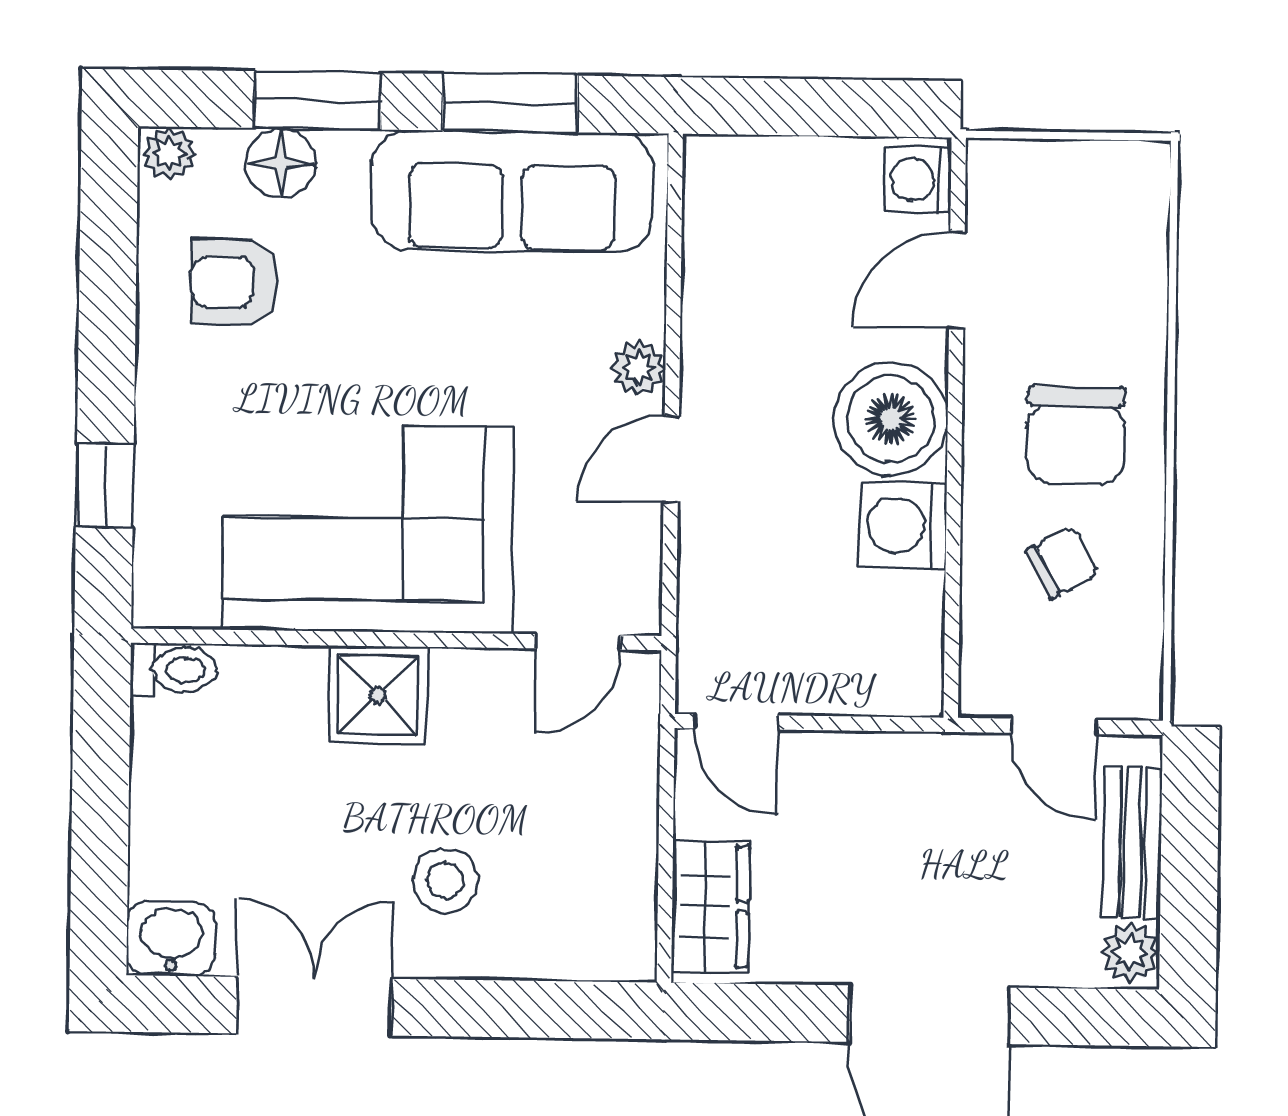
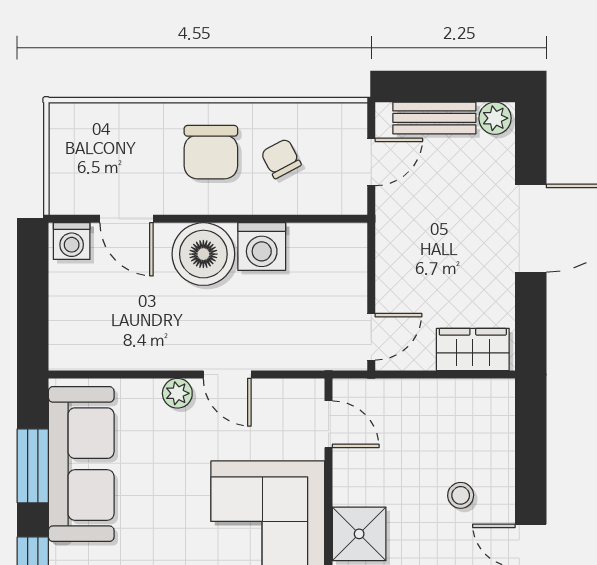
chair: (1076, 435) -> (211, 152), turned 90
stool: (445, 880) -> (461, 495), width x0.73, depth x0.73

